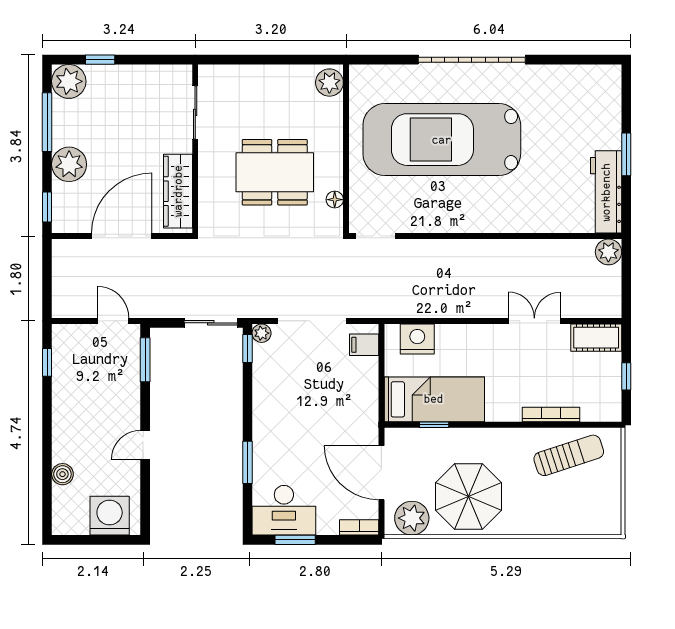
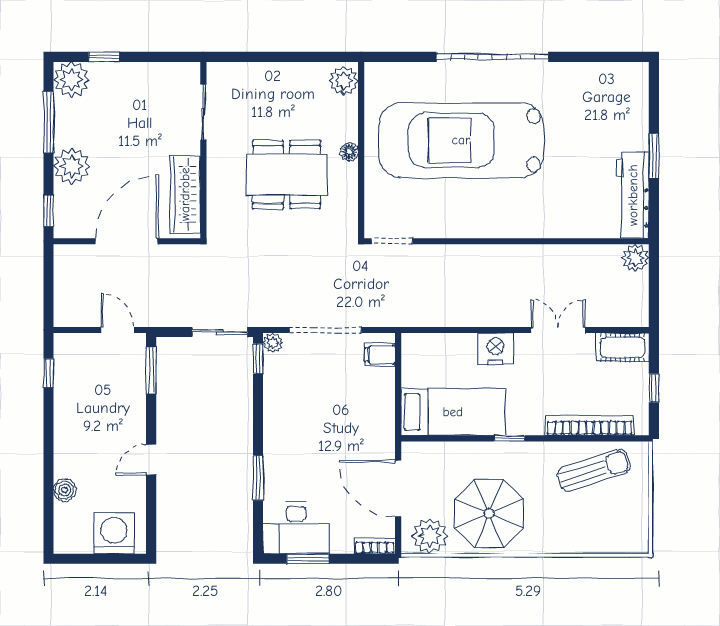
floor lamp: (335, 200) -> (349, 152), moved
nightstand: (417, 339) -> (496, 349), moved
bookcase: (551, 415) -> (590, 425), width x1.48, depth x1.31
window: (434, 425) -> (510, 438), moved

